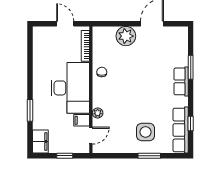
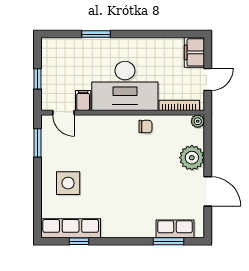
window: (191, 67) -> (169, 241), moved
row of seats: (181, 81) -> (175, 229), moved
plant: (98, 113) -> (198, 121), moved
filing cabinet: (40, 141) -> (194, 52), moved, turned 90
window: (149, 156) -> (37, 143), moved

